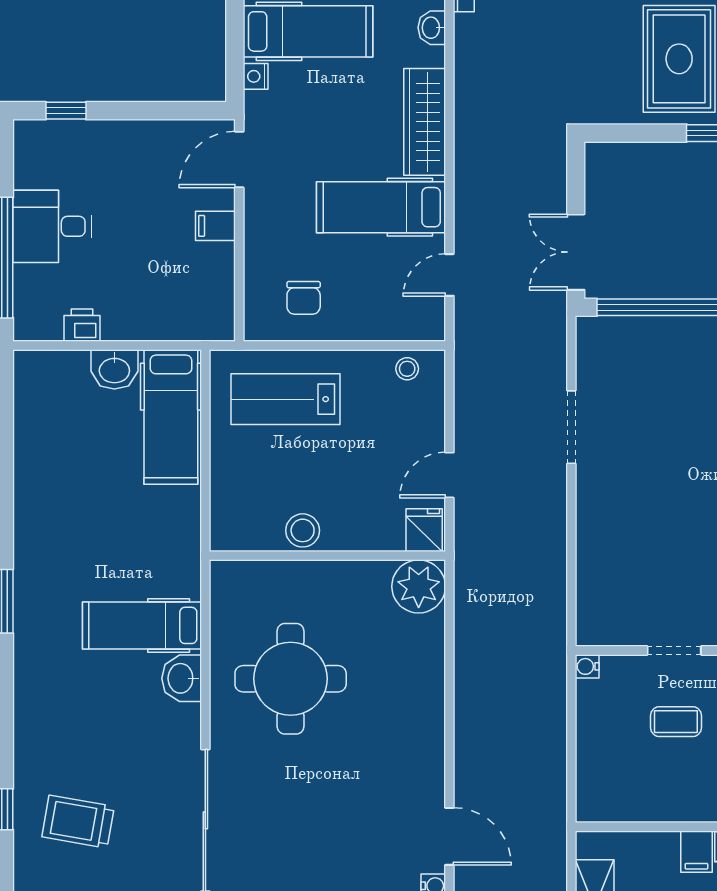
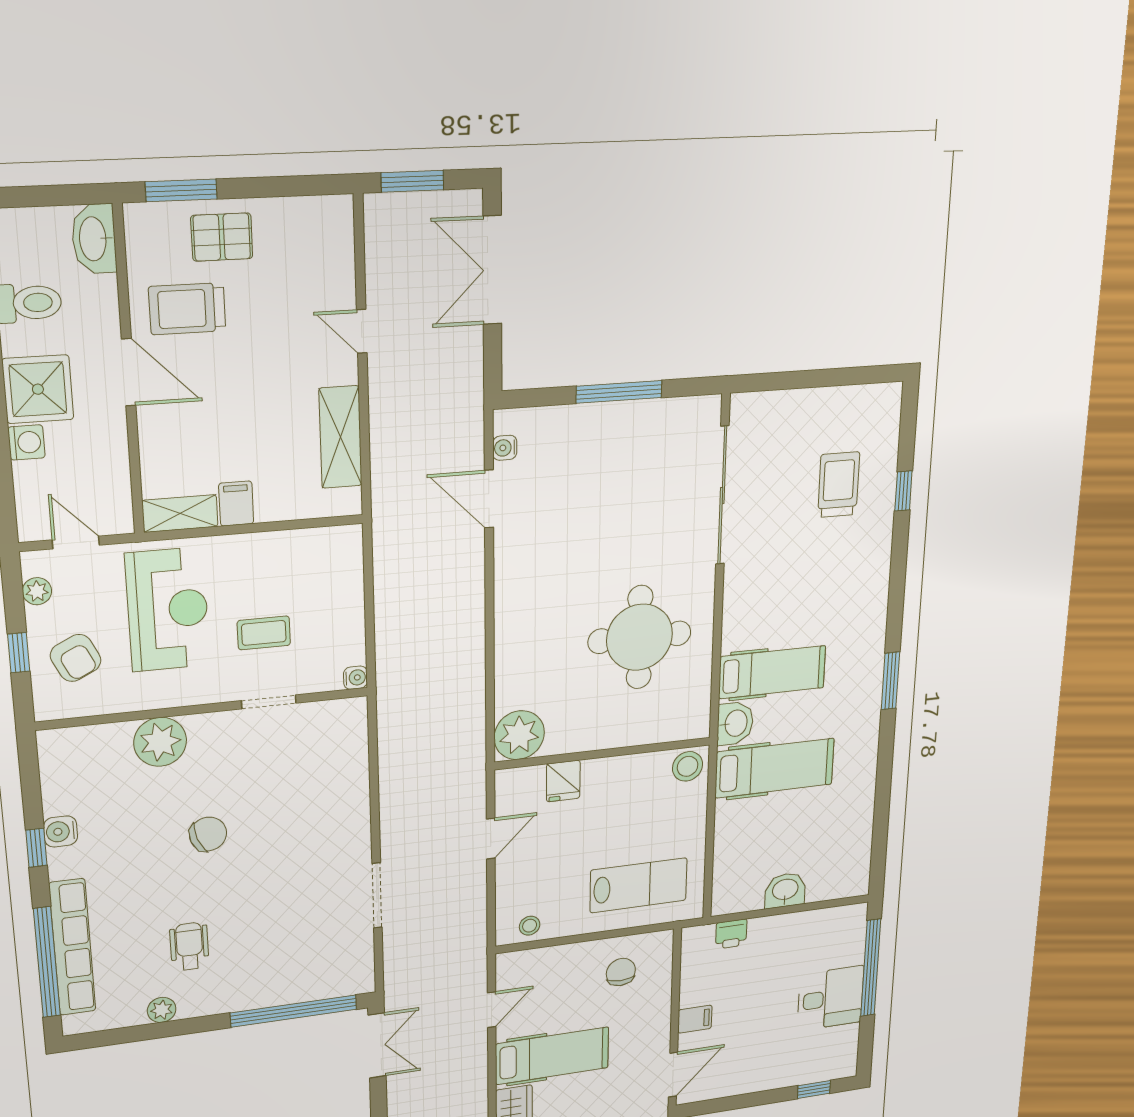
printer: (82, 325) -> (731, 934), moved
hospital bed: (171, 417) -> (775, 768), moved, turned 90
stool: (303, 530) -> (688, 766), moved
fridge: (424, 530) -> (563, 781), moved
washbasin: (182, 678) -> (735, 723), moved
trolley: (78, 822) -> (839, 485), turned -100

